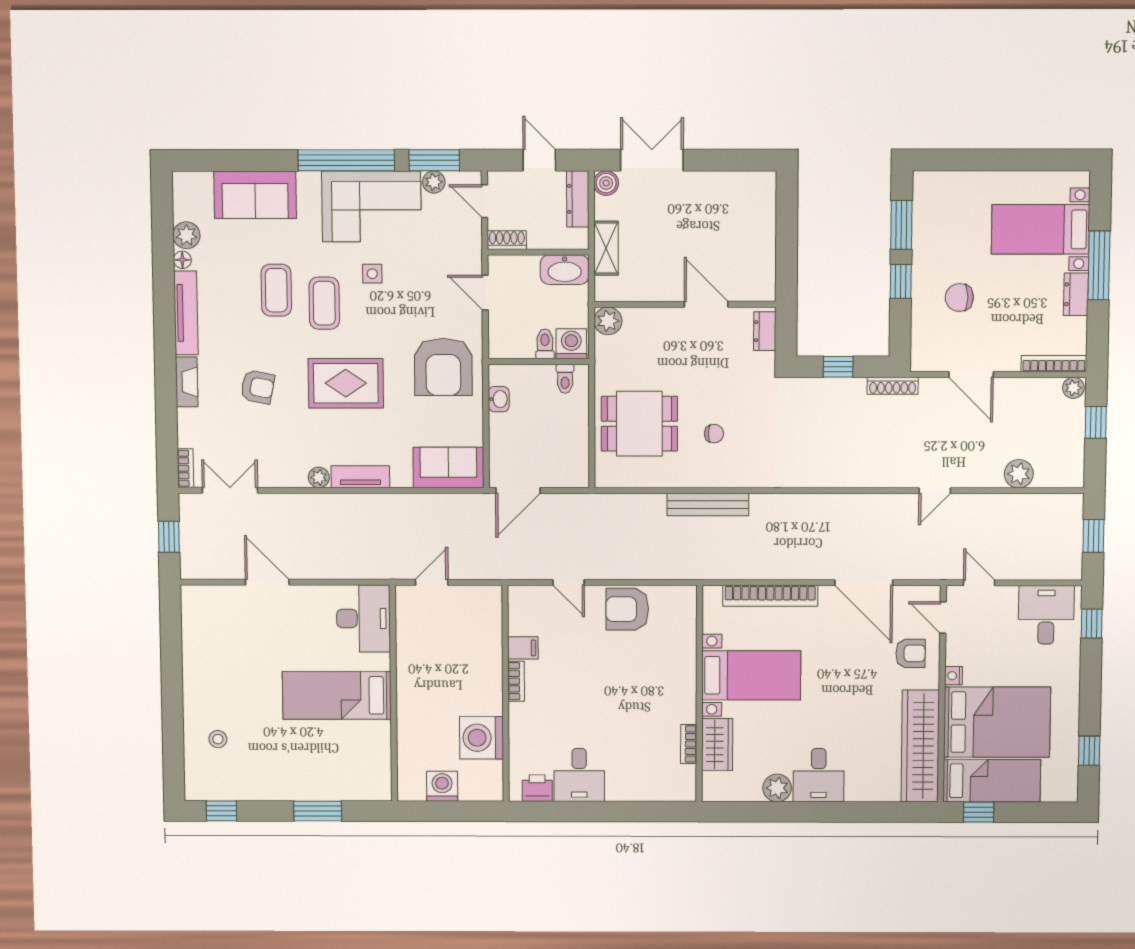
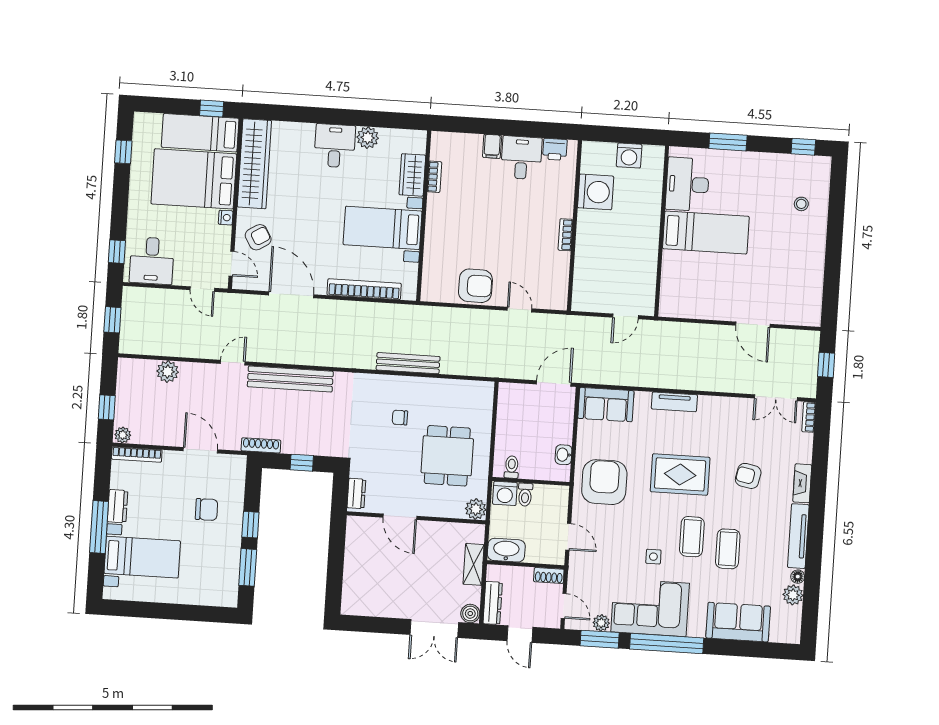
dining table: (639, 424) -> (447, 456), moved, turned 90
bench: (859, 474) -> (290, 379), added
plant: (319, 477) -> (707, 403), removed
desk: (363, 618) -> (687, 184), moved
filing cabinet: (523, 648) -> (492, 146), moved, turned -90
armchair: (911, 653) -> (258, 237), turned 149

